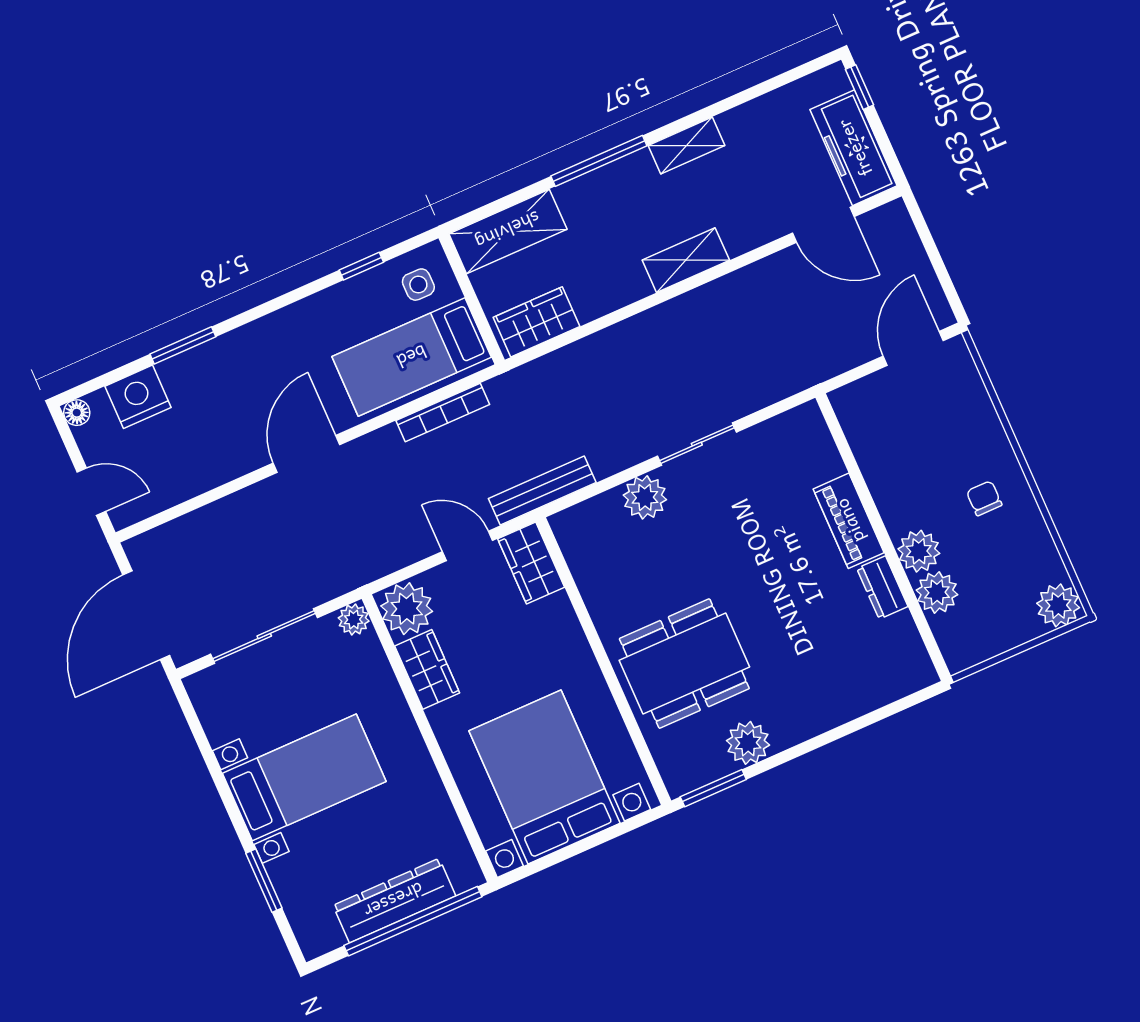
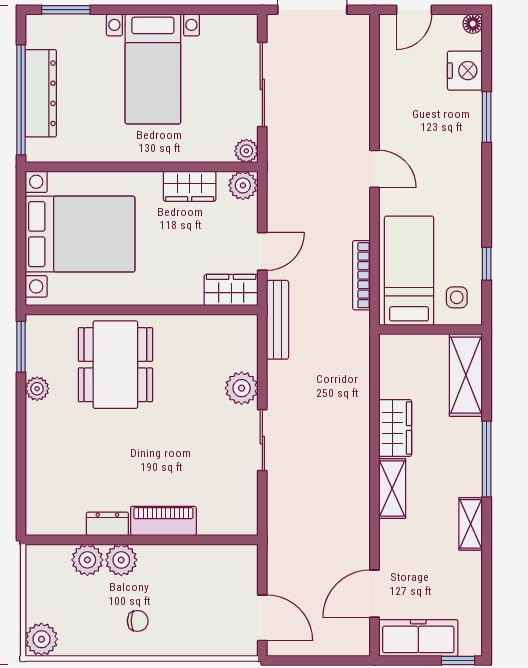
wardrobe: (537, 322) -> (395, 428), moved
door: (307, 454) -> (374, 169), width x0.73
plant: (407, 609) -> (243, 185), width x0.73, depth x0.73
plant: (748, 743) -> (37, 389), width x0.73, depth x0.73
window: (264, 881) -> (66, 10), moved

